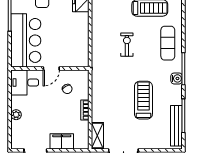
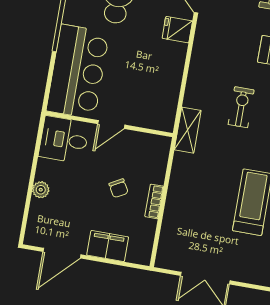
chair: (67, 89) -> (119, 188), moved
shelving: (97, 136) -> (188, 130), moved

